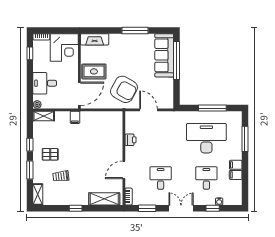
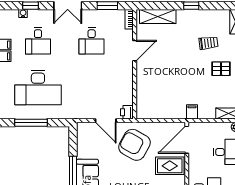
printer: (131, 140) -> (127, 112), moved

